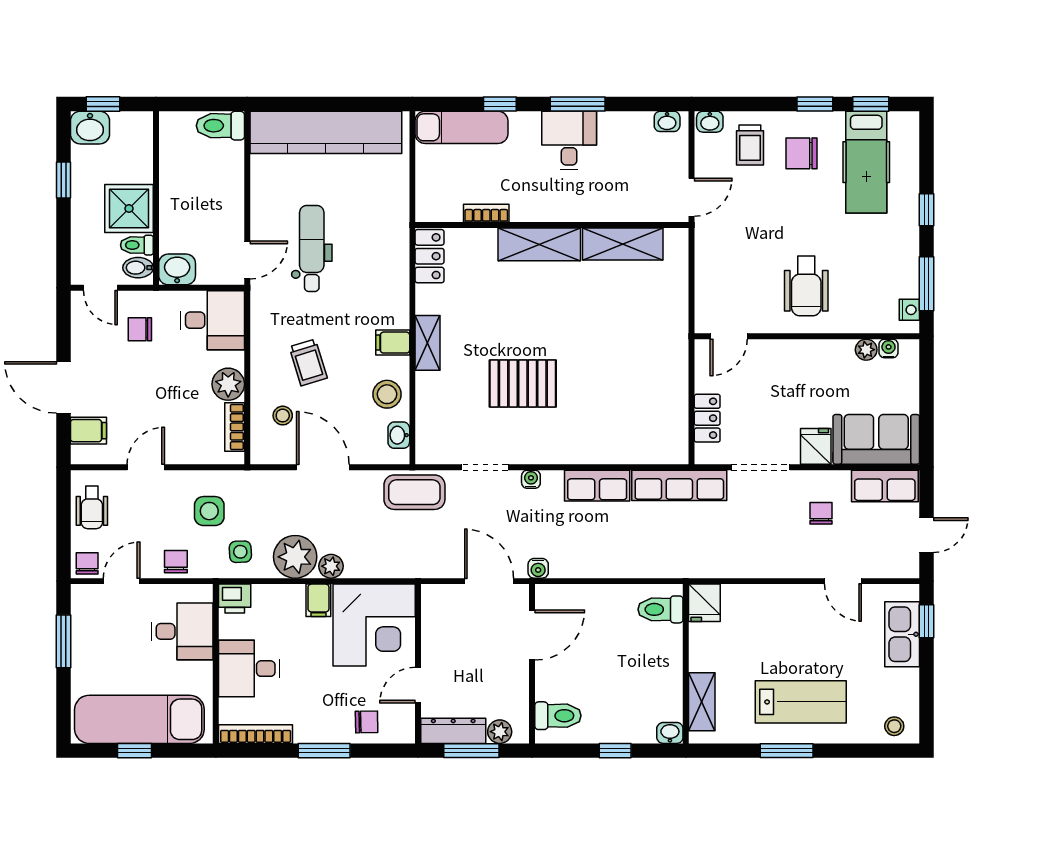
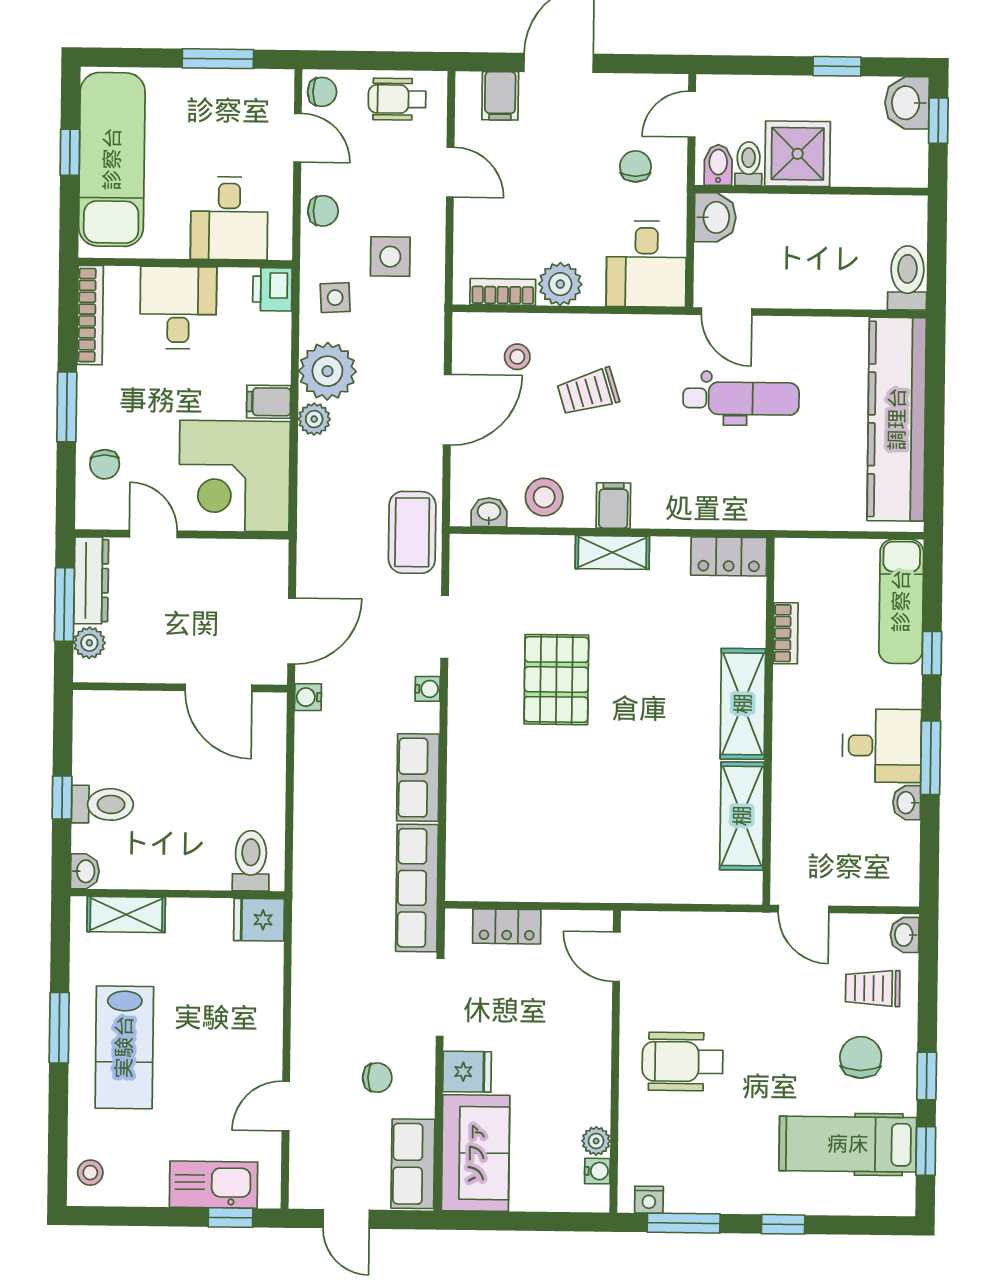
washbasin: (667, 121) -> (907, 803), moved
toilet: (558, 716) -> (102, 804), moved, turned -90

